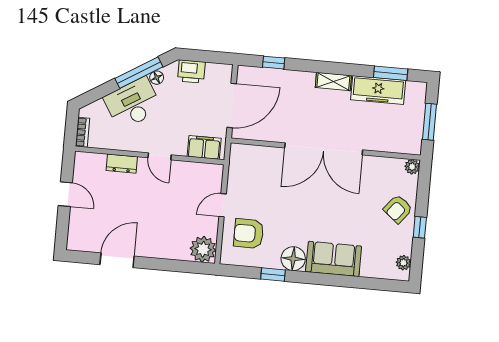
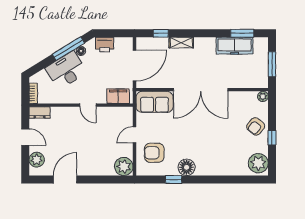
shelving: (333, 82) -> (181, 43), moved
dresser: (122, 164) -> (40, 112), moved
plant: (79, 228) -> (37, 160), added
sofa: (334, 259) -> (155, 102), moved, turned 180
plant: (403, 263) -> (258, 163), width x1.87, depth x1.87

